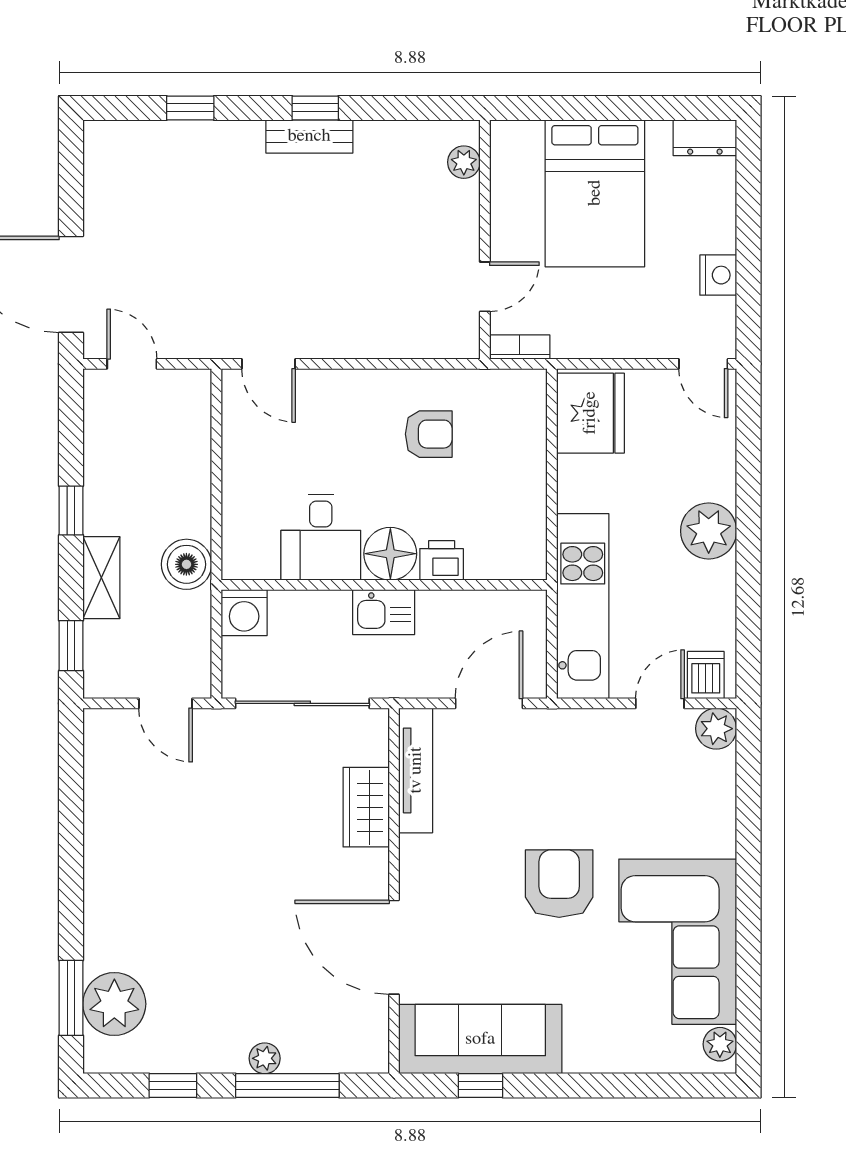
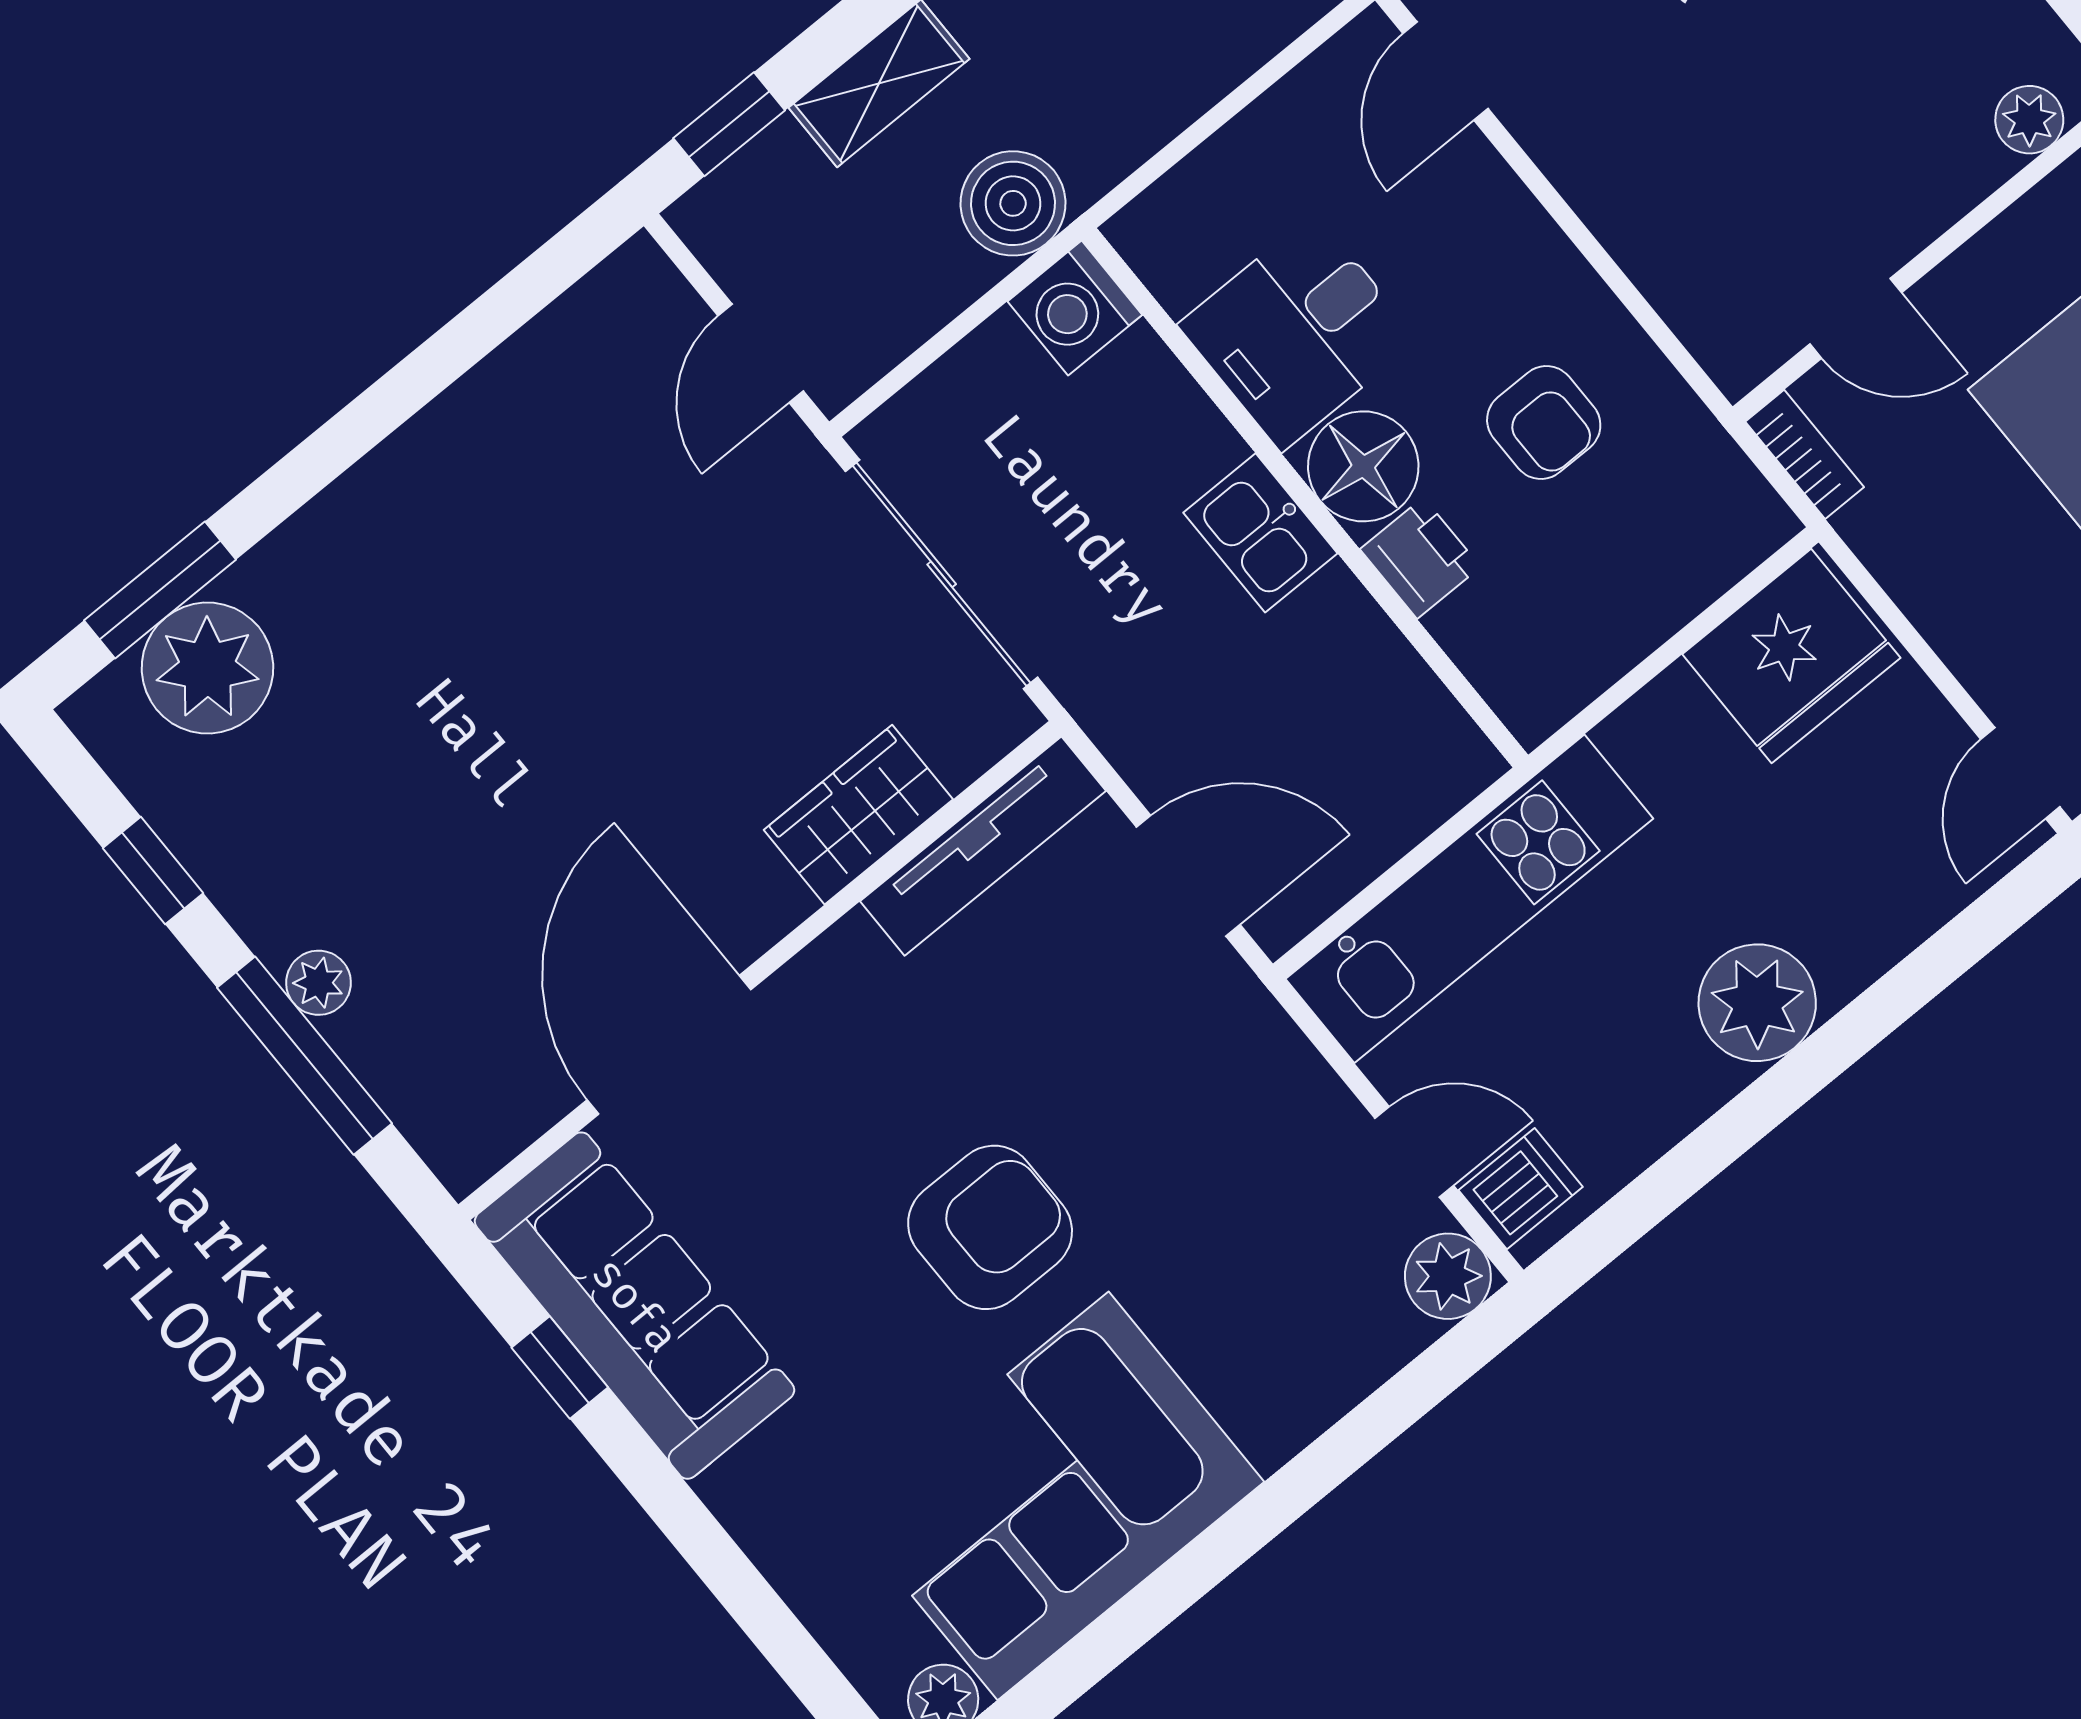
desk: (321, 537) -> (1298, 332), moved
floor lamp: (390, 554) -> (1363, 466), moved
printer: (442, 560) -> (1420, 558), moved
wall: (384, 585) -> (1305, 498), moved
kitchen sink: (384, 612) -> (1260, 533), moved
washing machine: (244, 613) -> (1075, 308), moved

